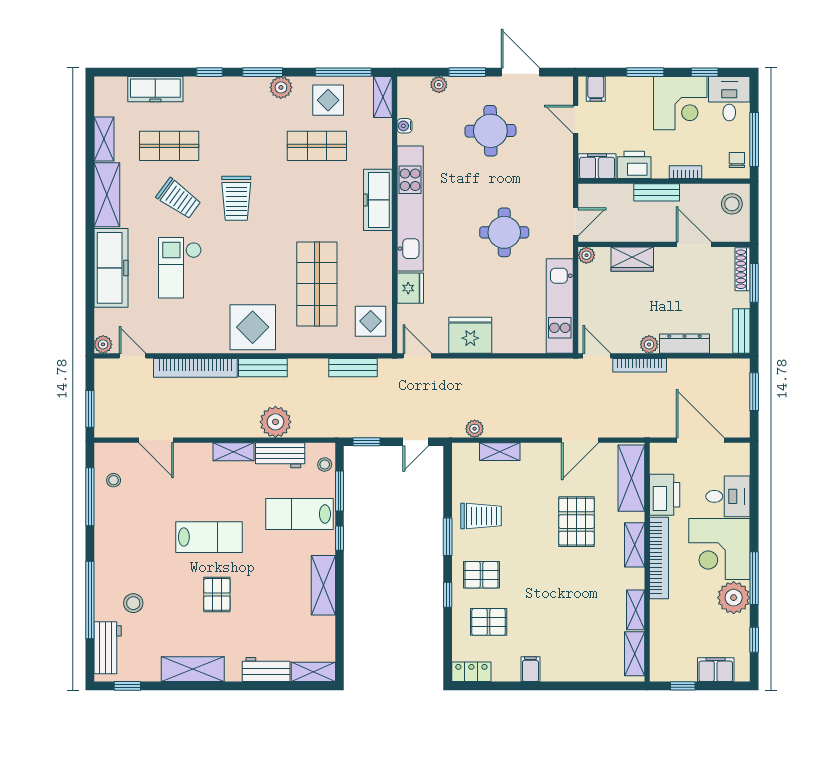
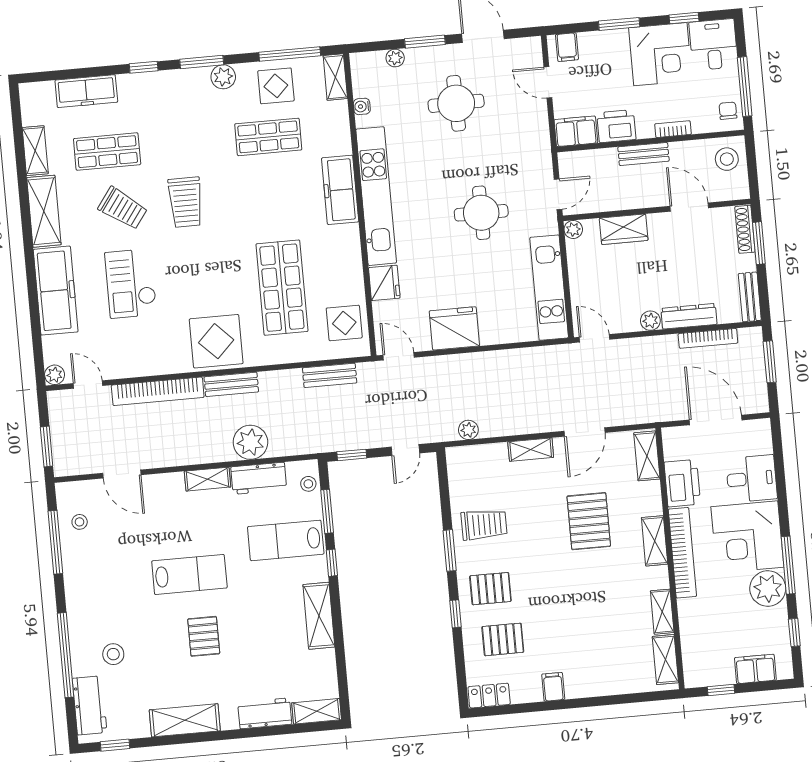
bookcase: (640, 365) -> (708, 338), moved
shelving: (500, 452) -> (531, 450), moved
shelving: (631, 478) -> (647, 456), width x0.67, depth x0.75

